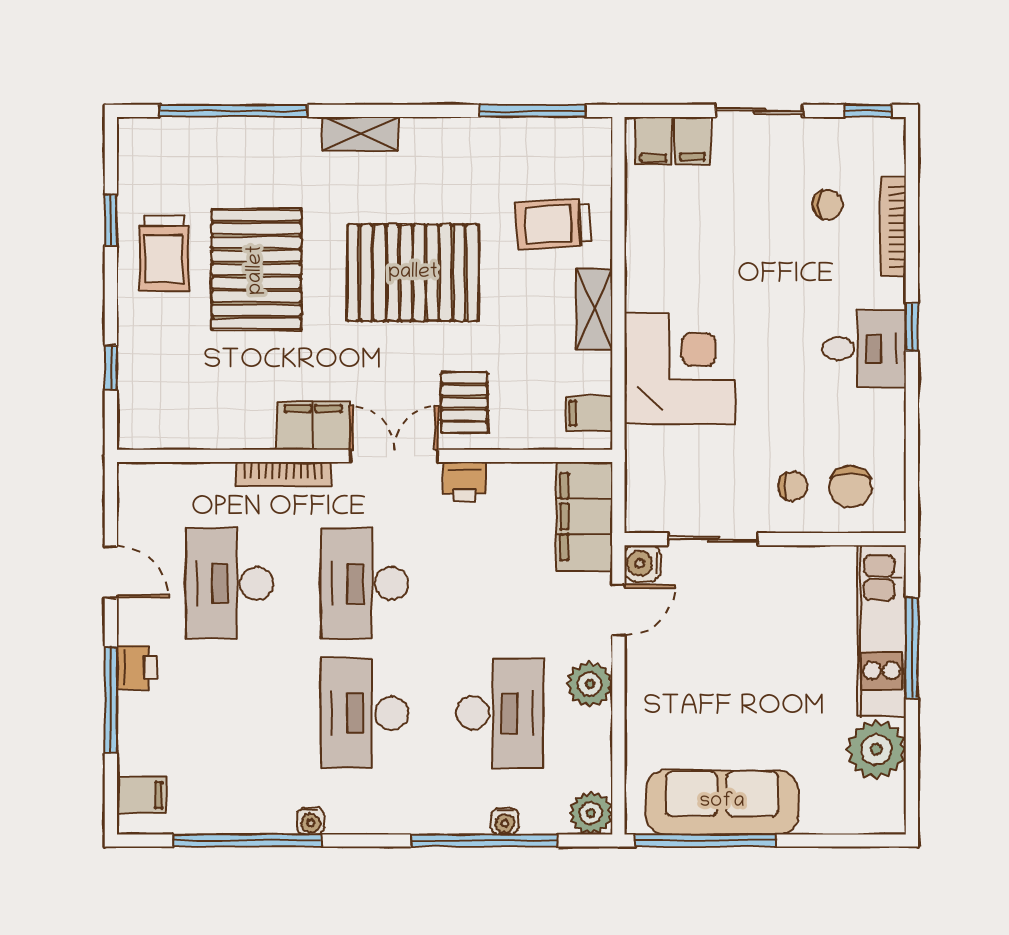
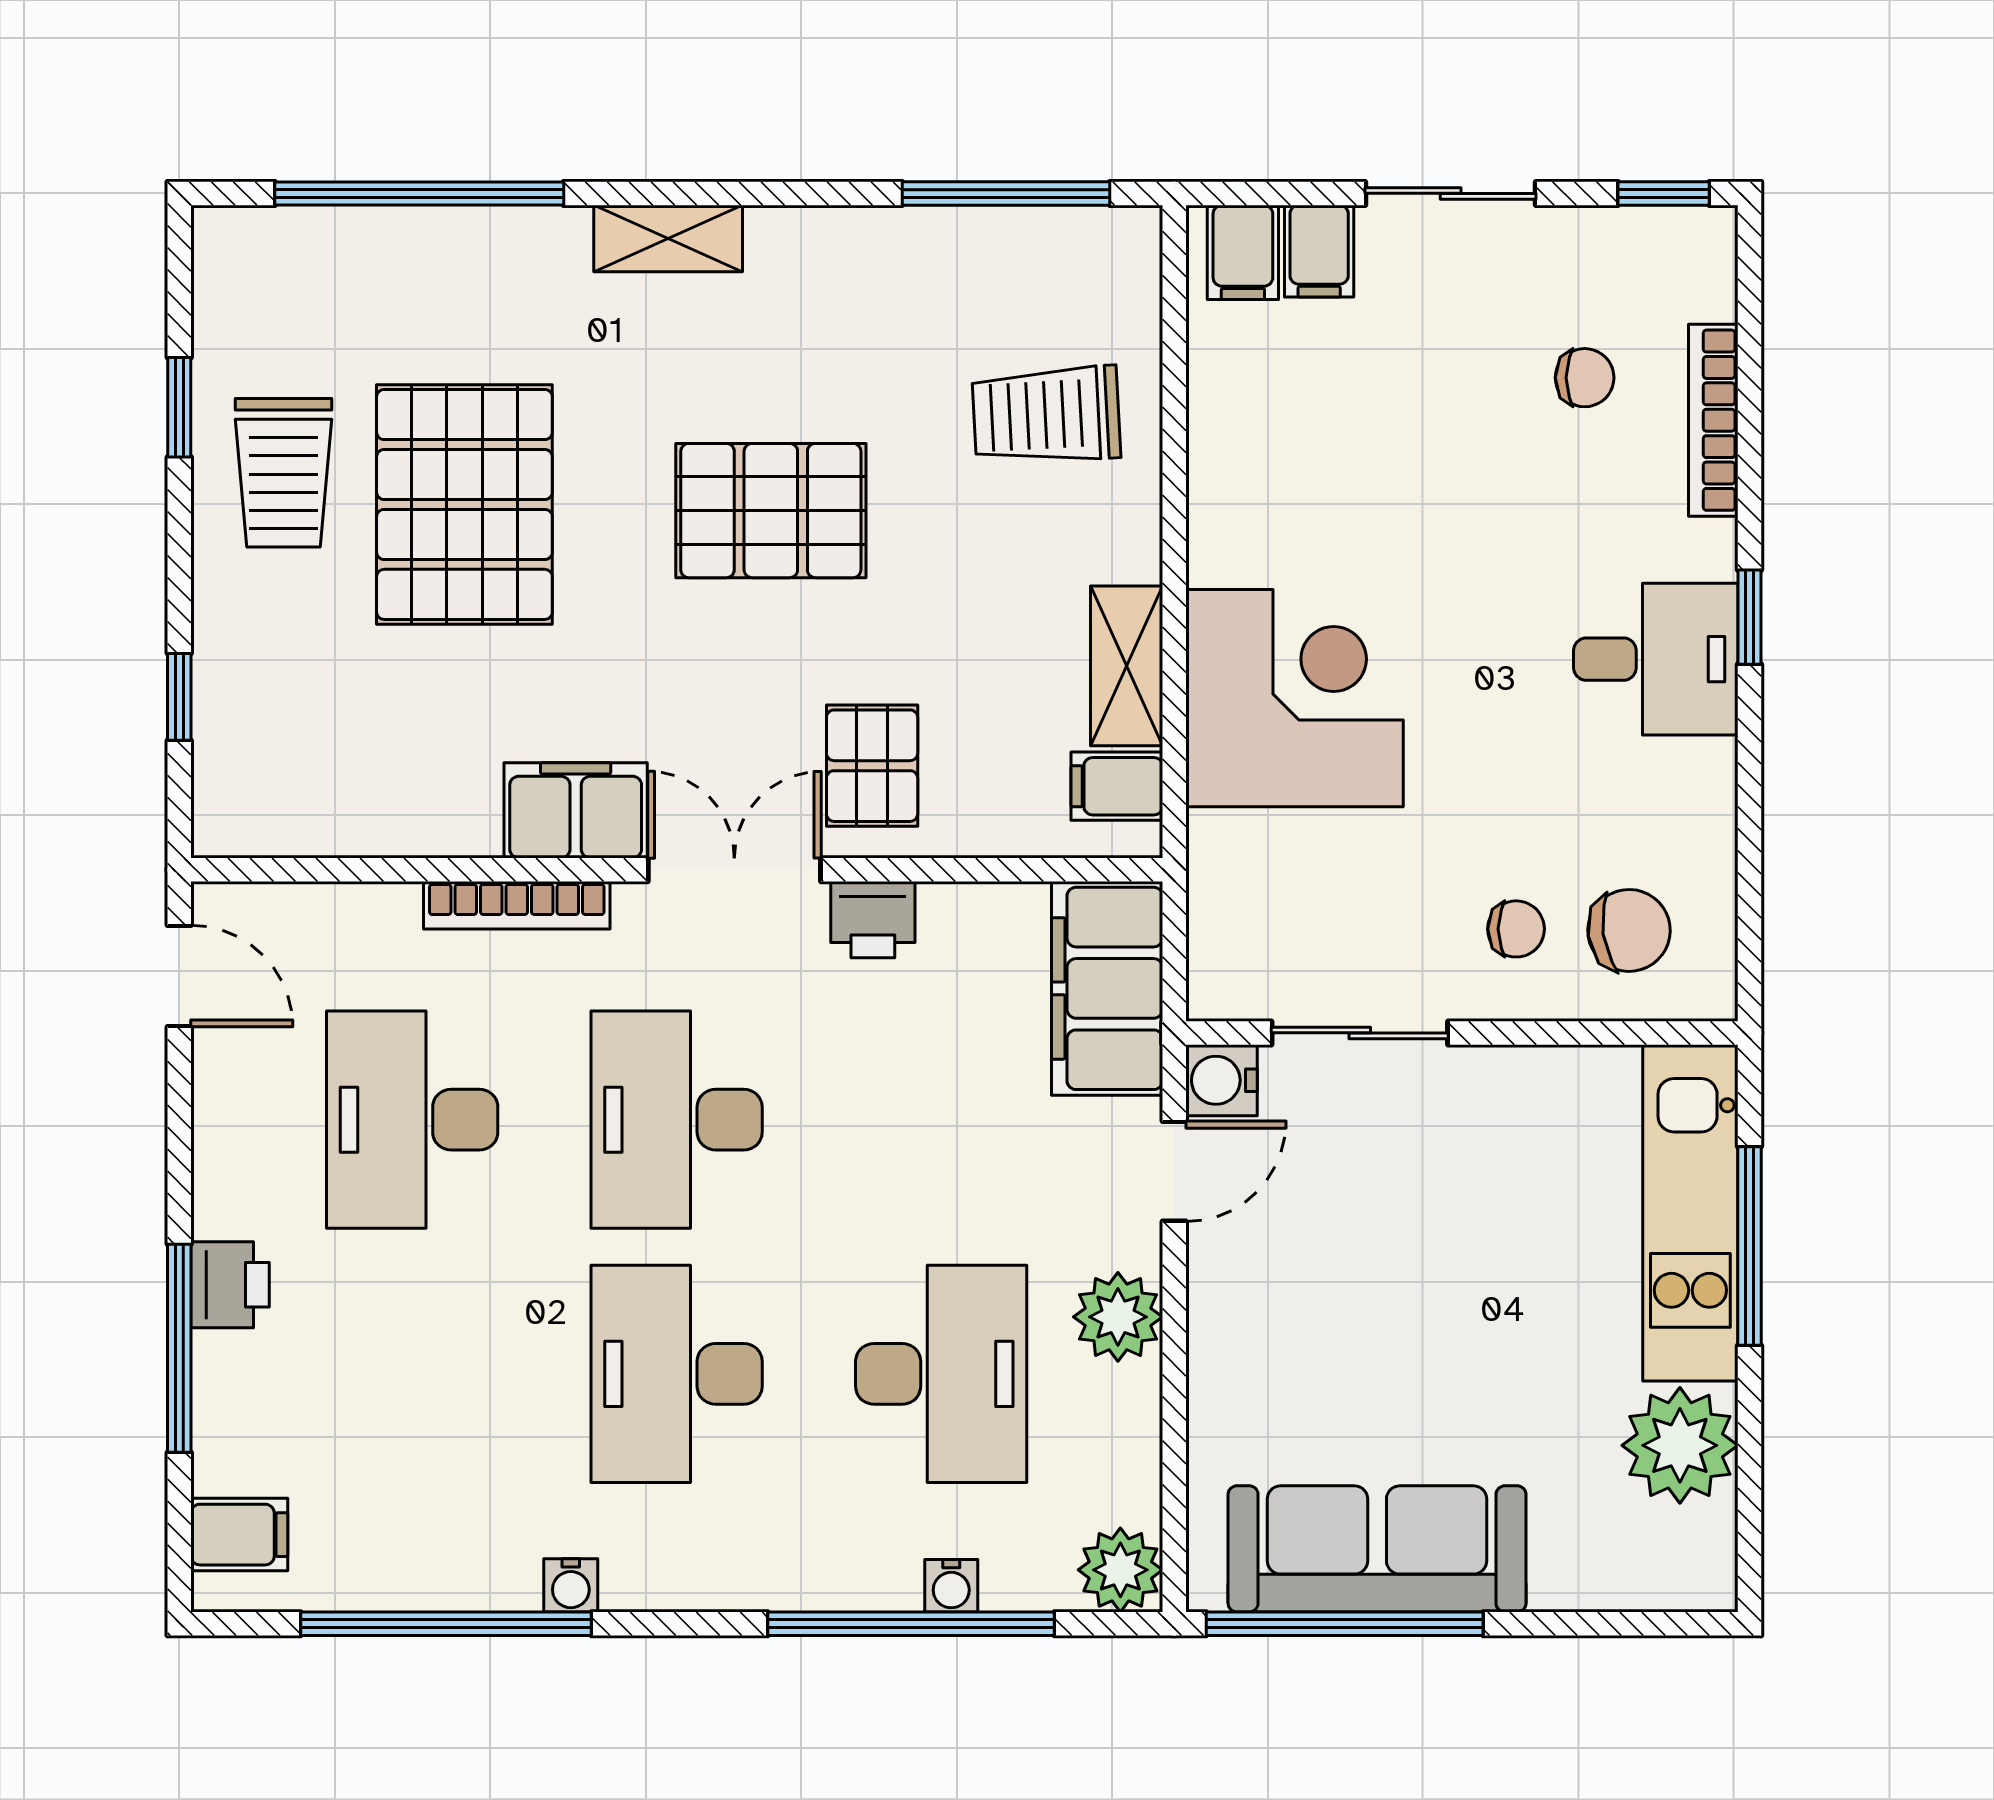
pallet: (413, 273) -> (771, 511), width x0.73, depth x0.71
shelving: (594, 309) -> (1127, 666), moved
chair: (850, 487) -> (1629, 930), turned -98
door: (111, 572) -> (179, 976), moved

